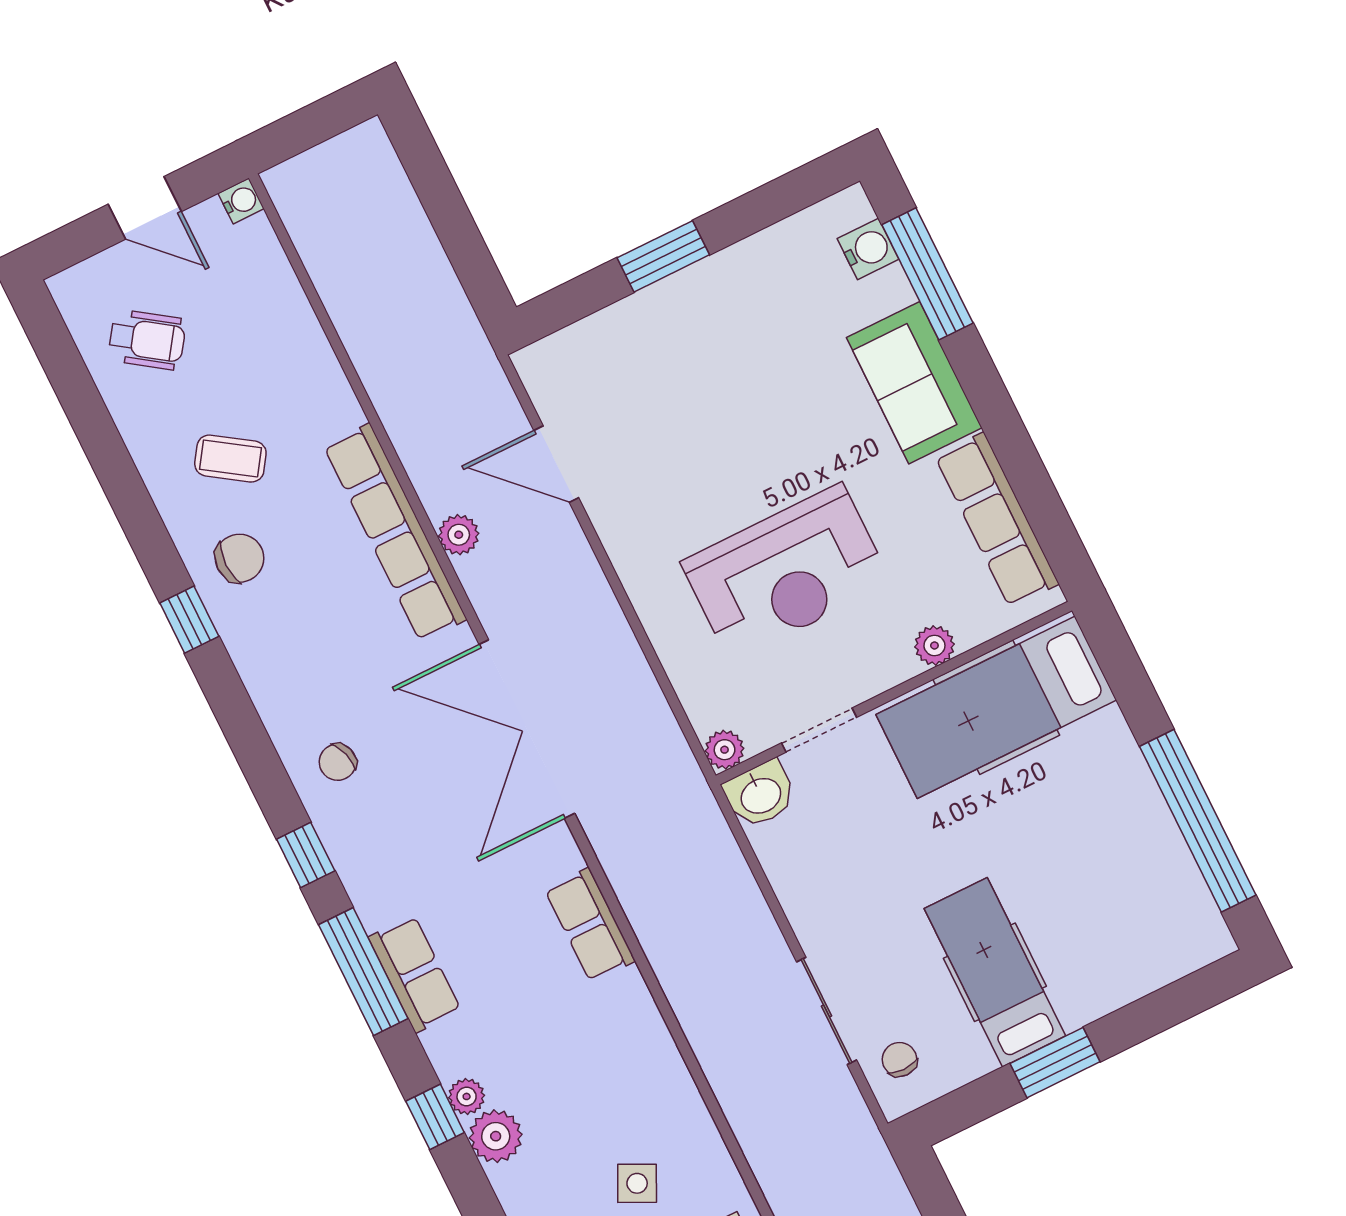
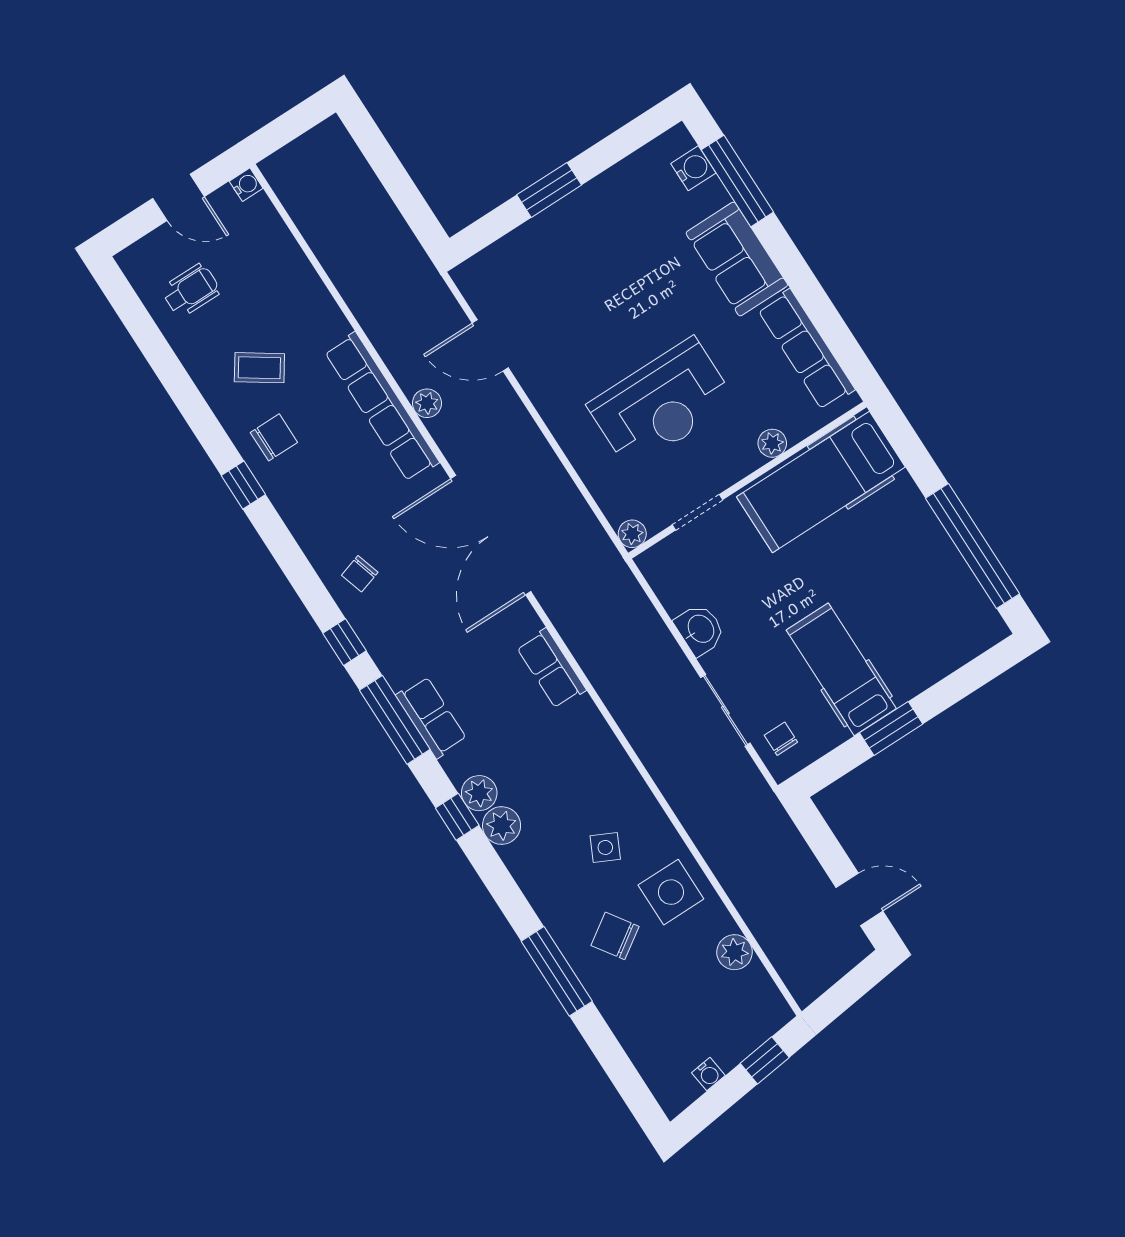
wheelchair: (147, 340) -> (191, 290), turned -35
washbasin: (760, 794) -> (700, 629), moved, turned -90
plant: (467, 1096) -> (479, 793), width x1.38, depth x1.38

